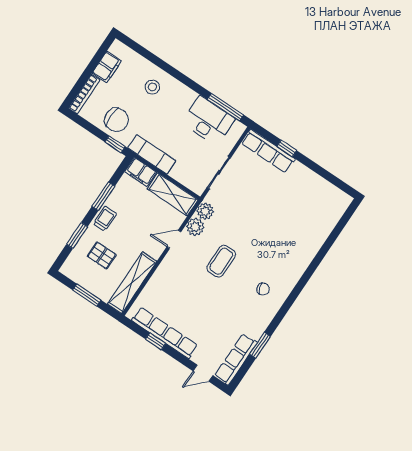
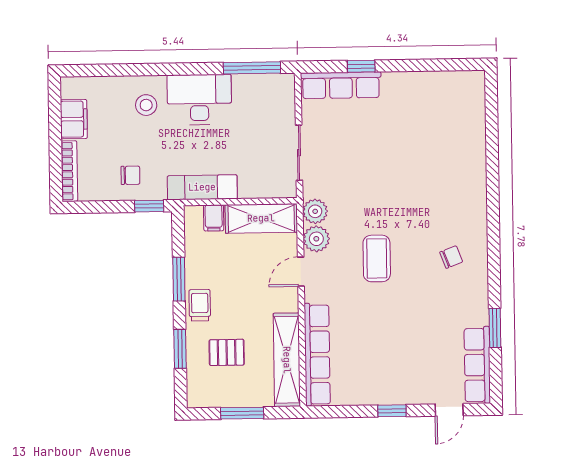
chair: (117, 120) -> (130, 175), width x0.54, depth x0.54
desk: (208, 121) -> (199, 100), moved
filing cabinet: (141, 172) -> (214, 218), width x0.50
row of seats: (165, 333) -> (317, 355), moved, turned 90
window: (156, 341) -> (392, 411), moved

